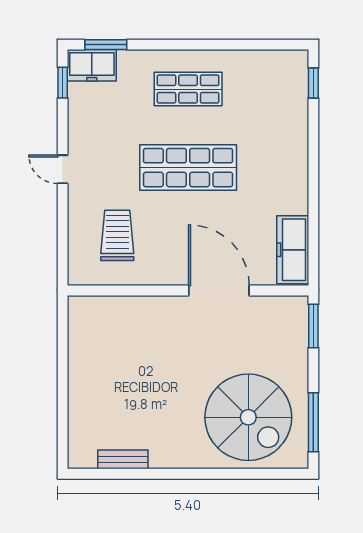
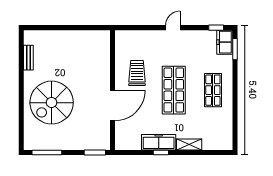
window: (313, 83) -> (161, 153), moved
shelving: (297, 137) -> (189, 144), added
trolley: (117, 235) -> (137, 73), moved, turned -90
freezer: (293, 250) -> (159, 142), moved
spiral stairs: (248, 417) -> (52, 103), moved

